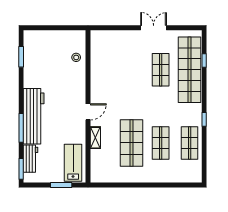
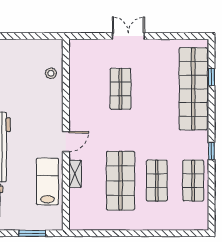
double door: (154, 28) -> (128, 36), moved
shop shelf: (161, 70) -> (120, 89), moved
lab bench: (73, 163) -> (47, 181), moved

